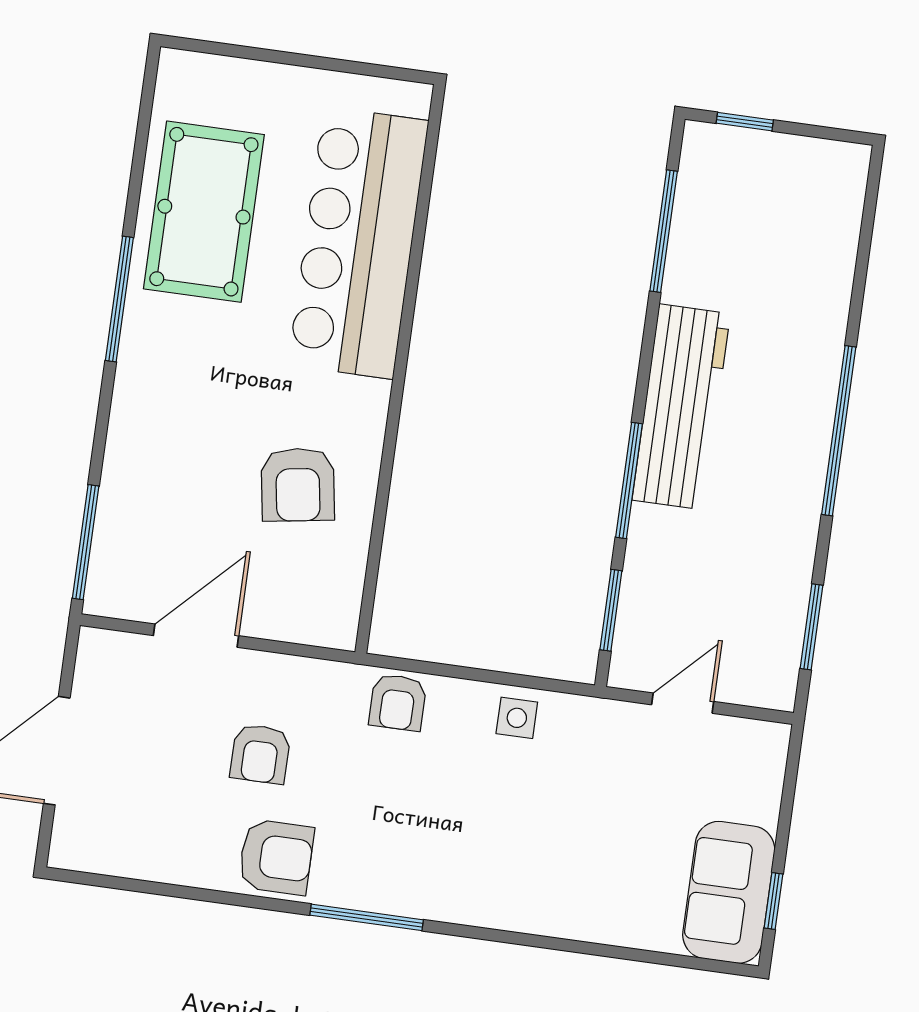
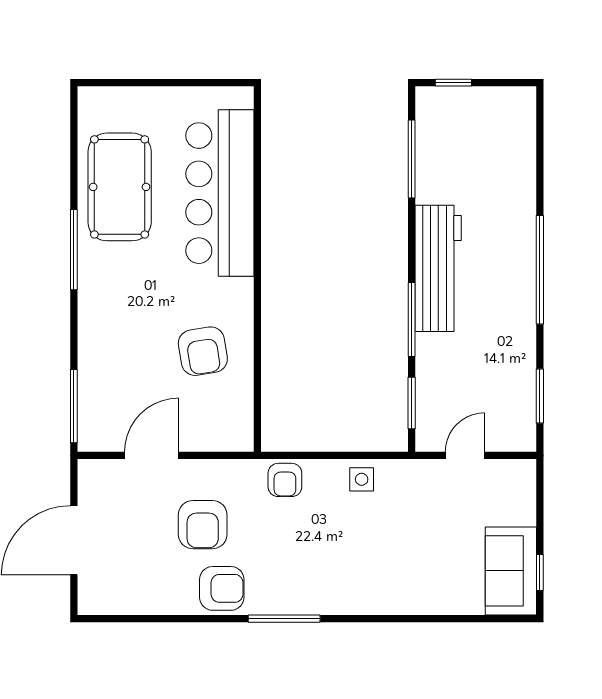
armchair: (260, 754) -> (203, 525), width x1.38, depth x1.38

